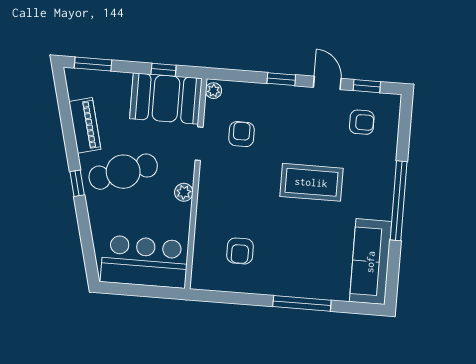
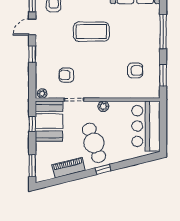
coffee table: (311, 182) -> (91, 32), turned 90
window: (228, 297) -> (163, 75), added

